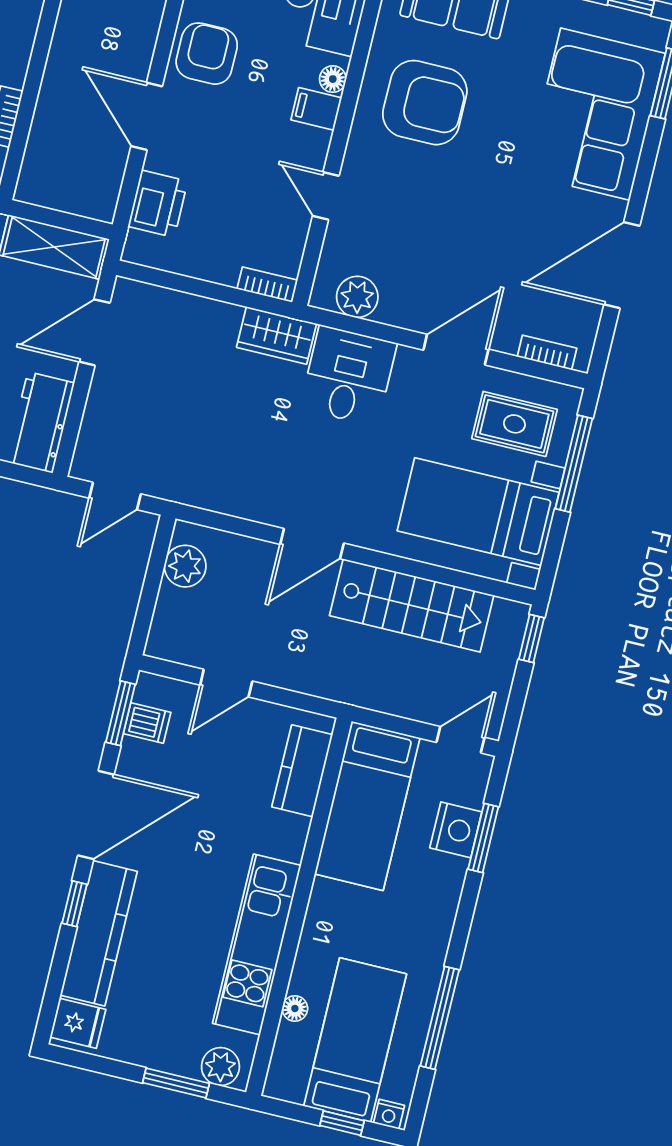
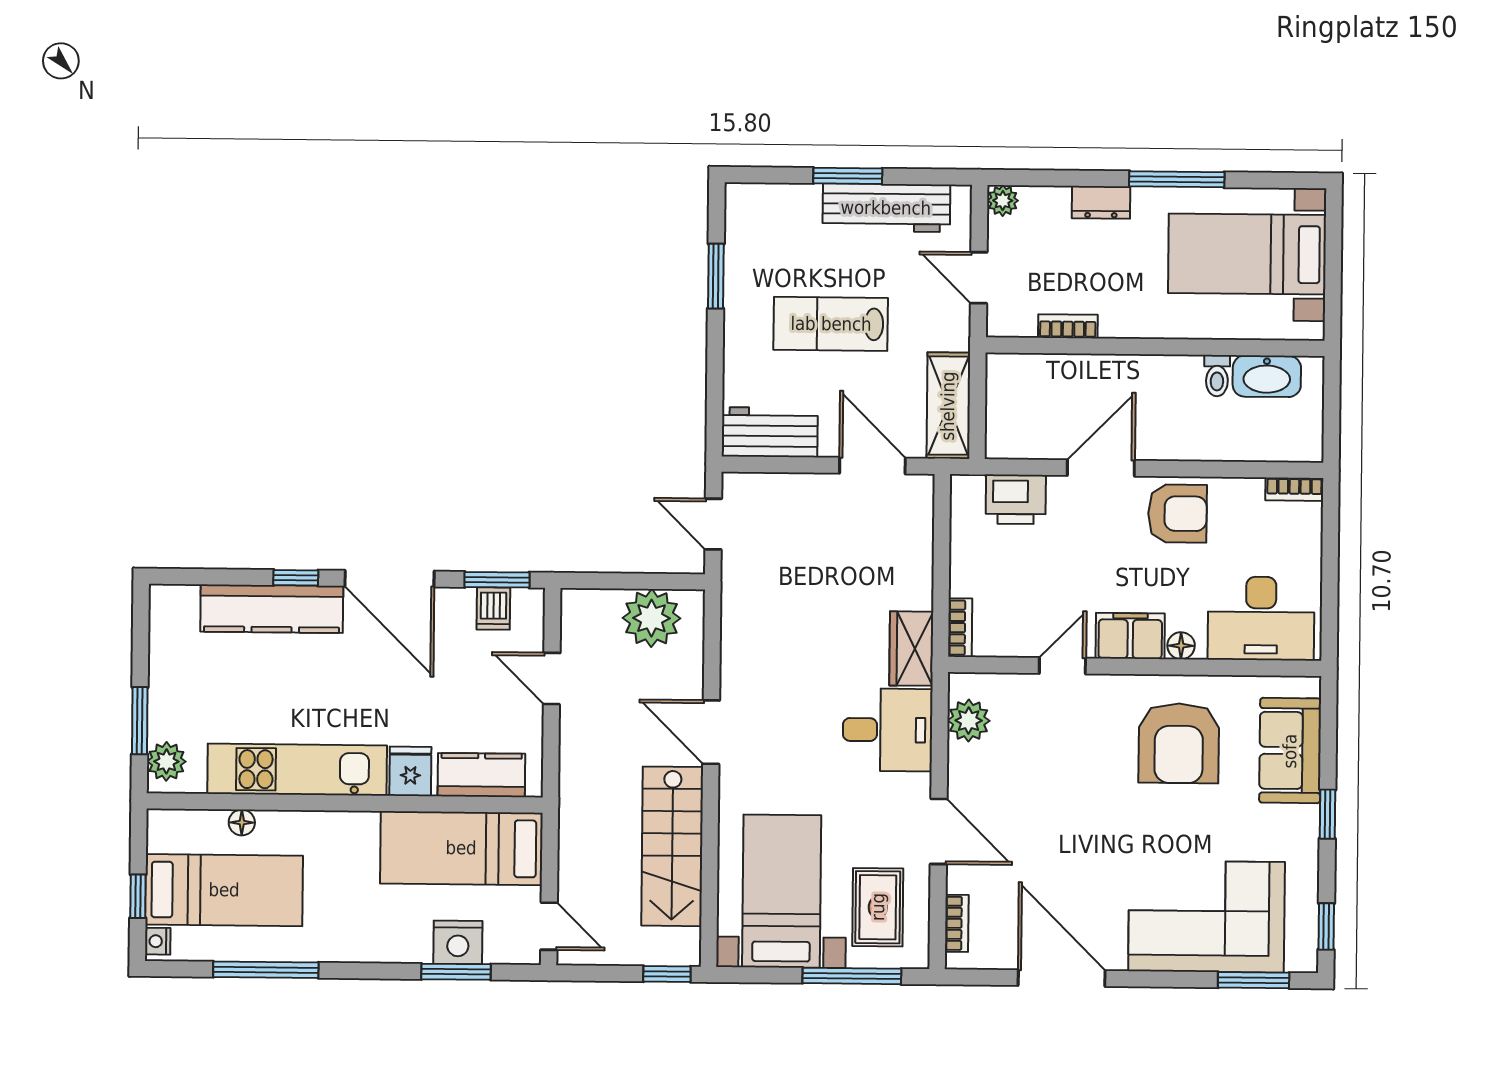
filing cabinet: (316, 109) -> (1130, 636), width x2.00
plant: (185, 566) -> (652, 618), width x1.36, depth x1.36
fridge: (78, 1023) -> (410, 771), moved, turned 180

